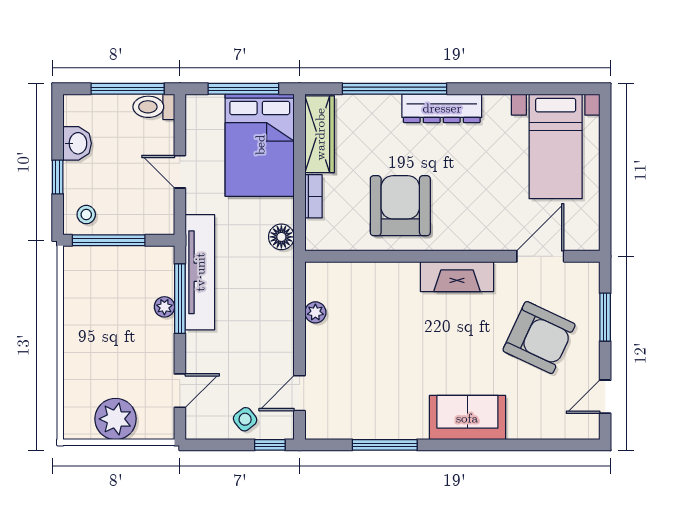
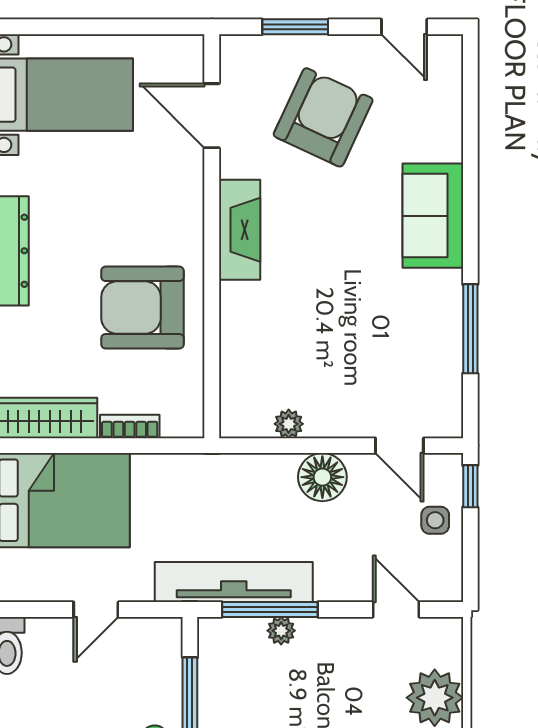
floor lamp: (281, 237) -> (322, 477), moved, width x1.38, depth x1.38
side table: (245, 419) -> (435, 520), turned 38

